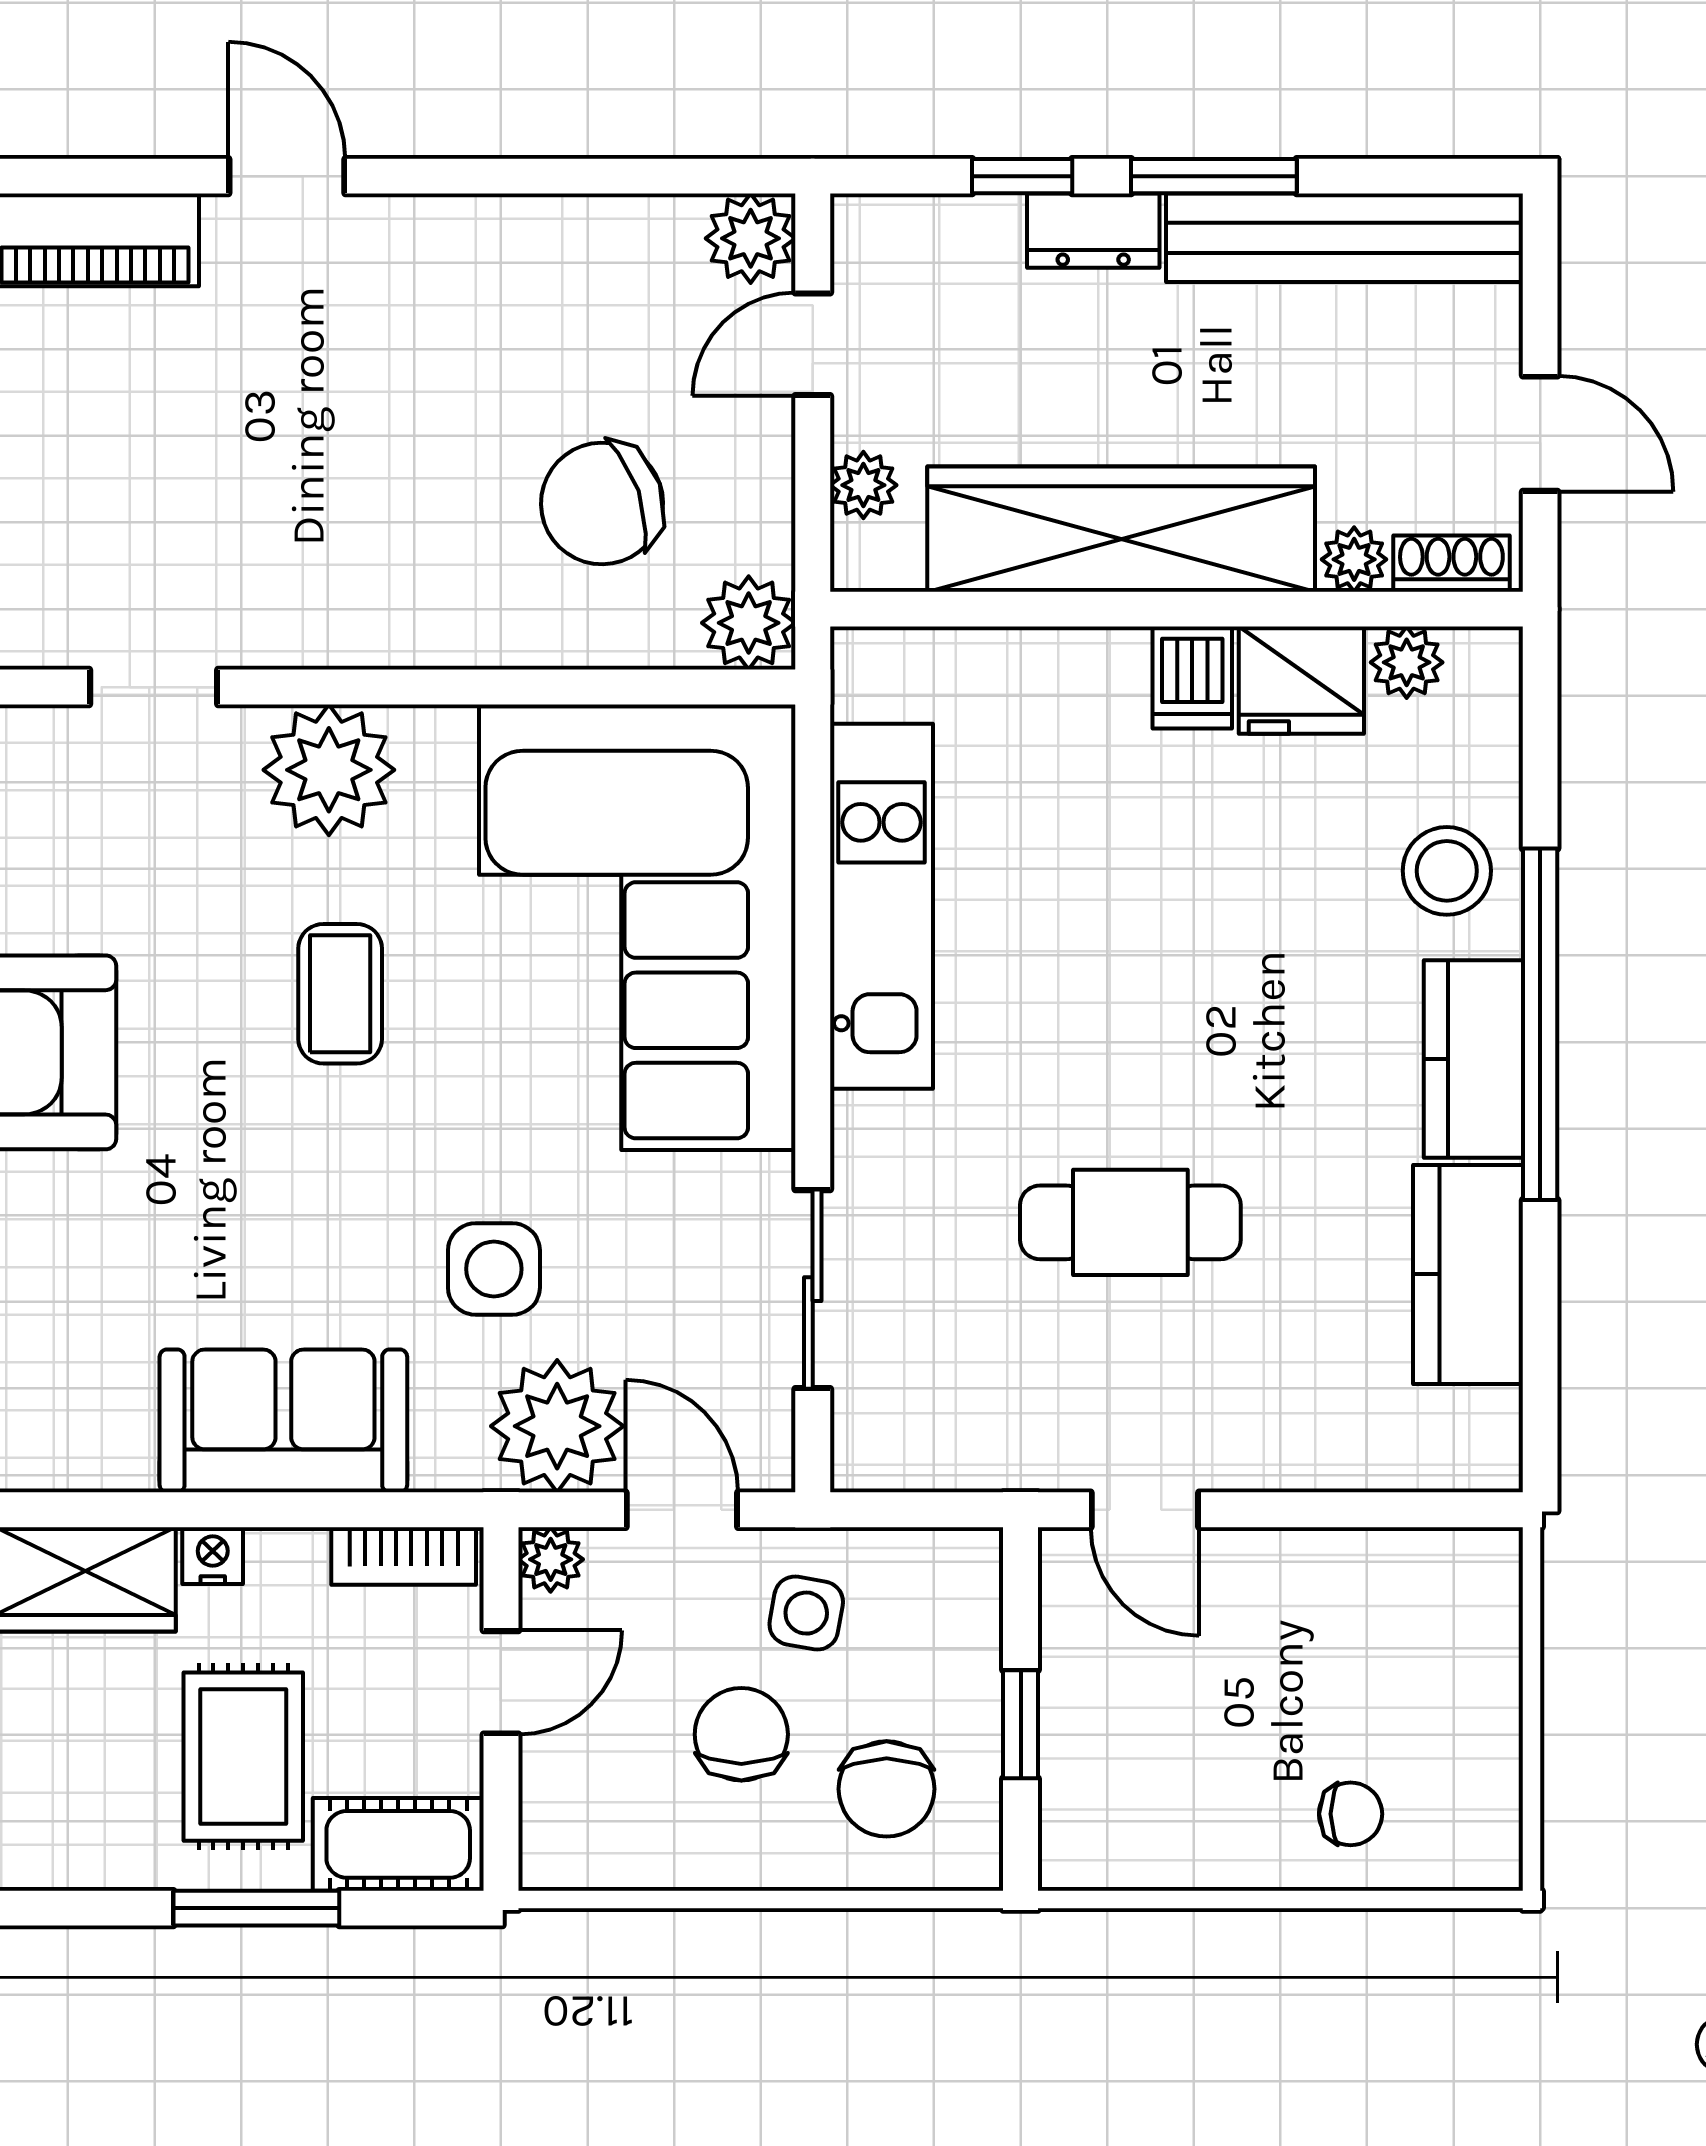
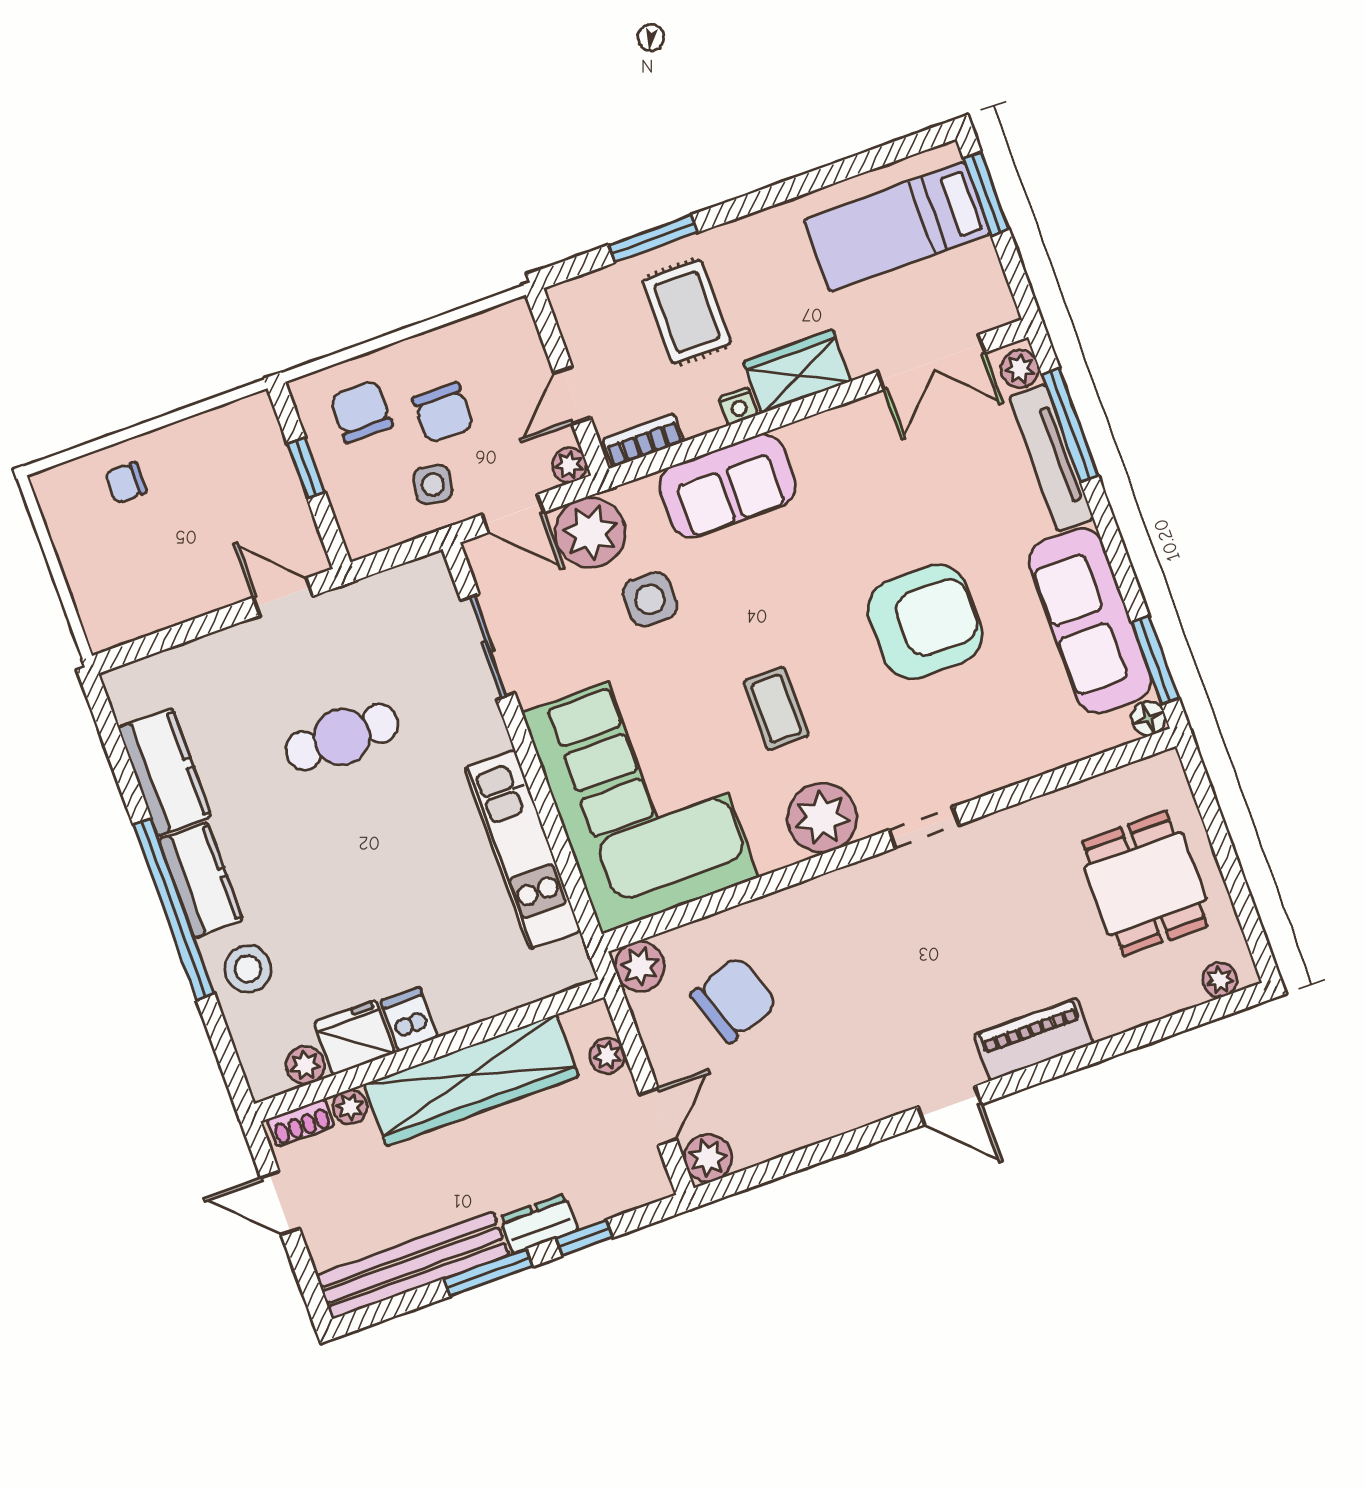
cot: (398, 1844) -> (594, 296), removed

